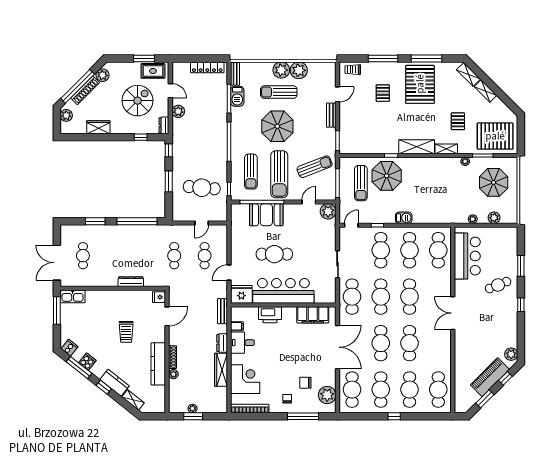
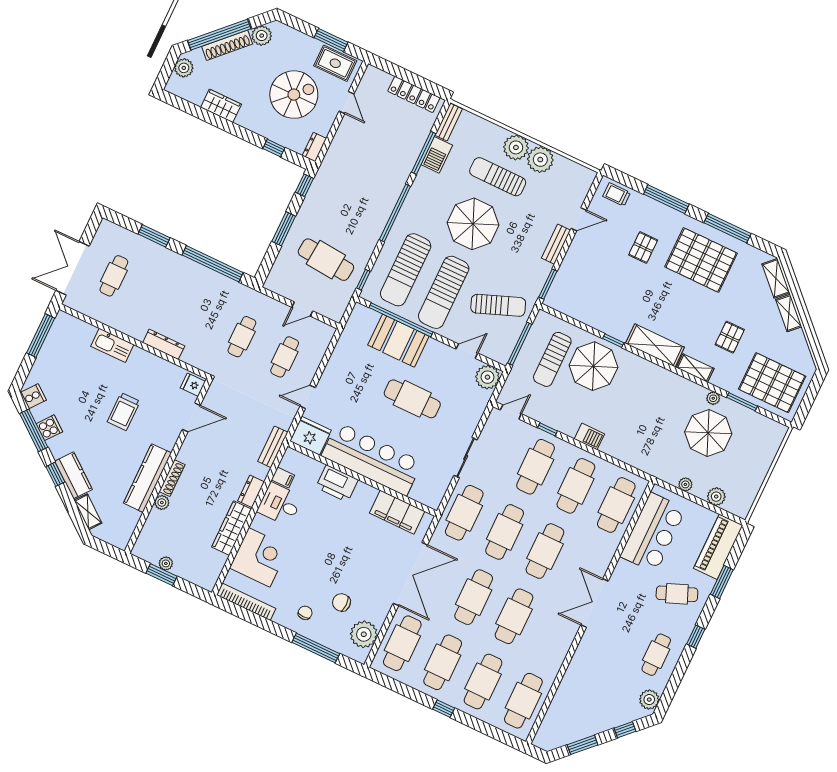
pallet: (420, 84) -> (701, 260), turned 90
plant: (178, 111) -> (344, 137), removed
sun lounger: (251, 172) -> (406, 270), width x1.36, depth x1.34
parasol: (494, 182) -> (708, 433), moved
cafe table: (274, 254) -> (412, 399), moved
kitchen sink: (73, 296) -> (112, 345), moved
cafe table: (503, 326) -> (656, 655), added
piano: (490, 377) -> (718, 547), moved, turned -45

